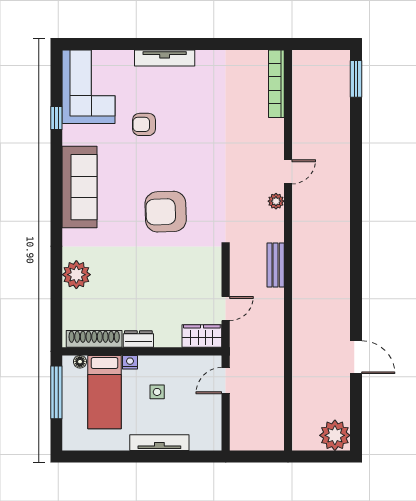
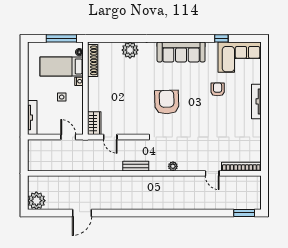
door: (288, 172) -> (212, 173), moved
dresser: (138, 339) -> (93, 86), removed
tv unit: (159, 443) -> (32, 118), moved

